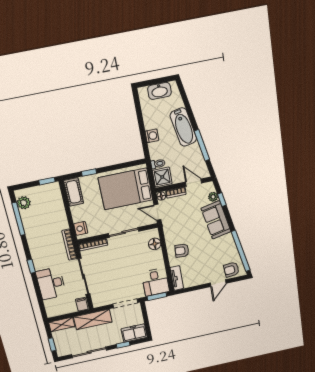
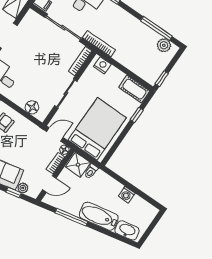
washbasin: (159, 91) -> (127, 230), moved, turned 78
washing machine: (152, 136) -> (127, 195), moved

